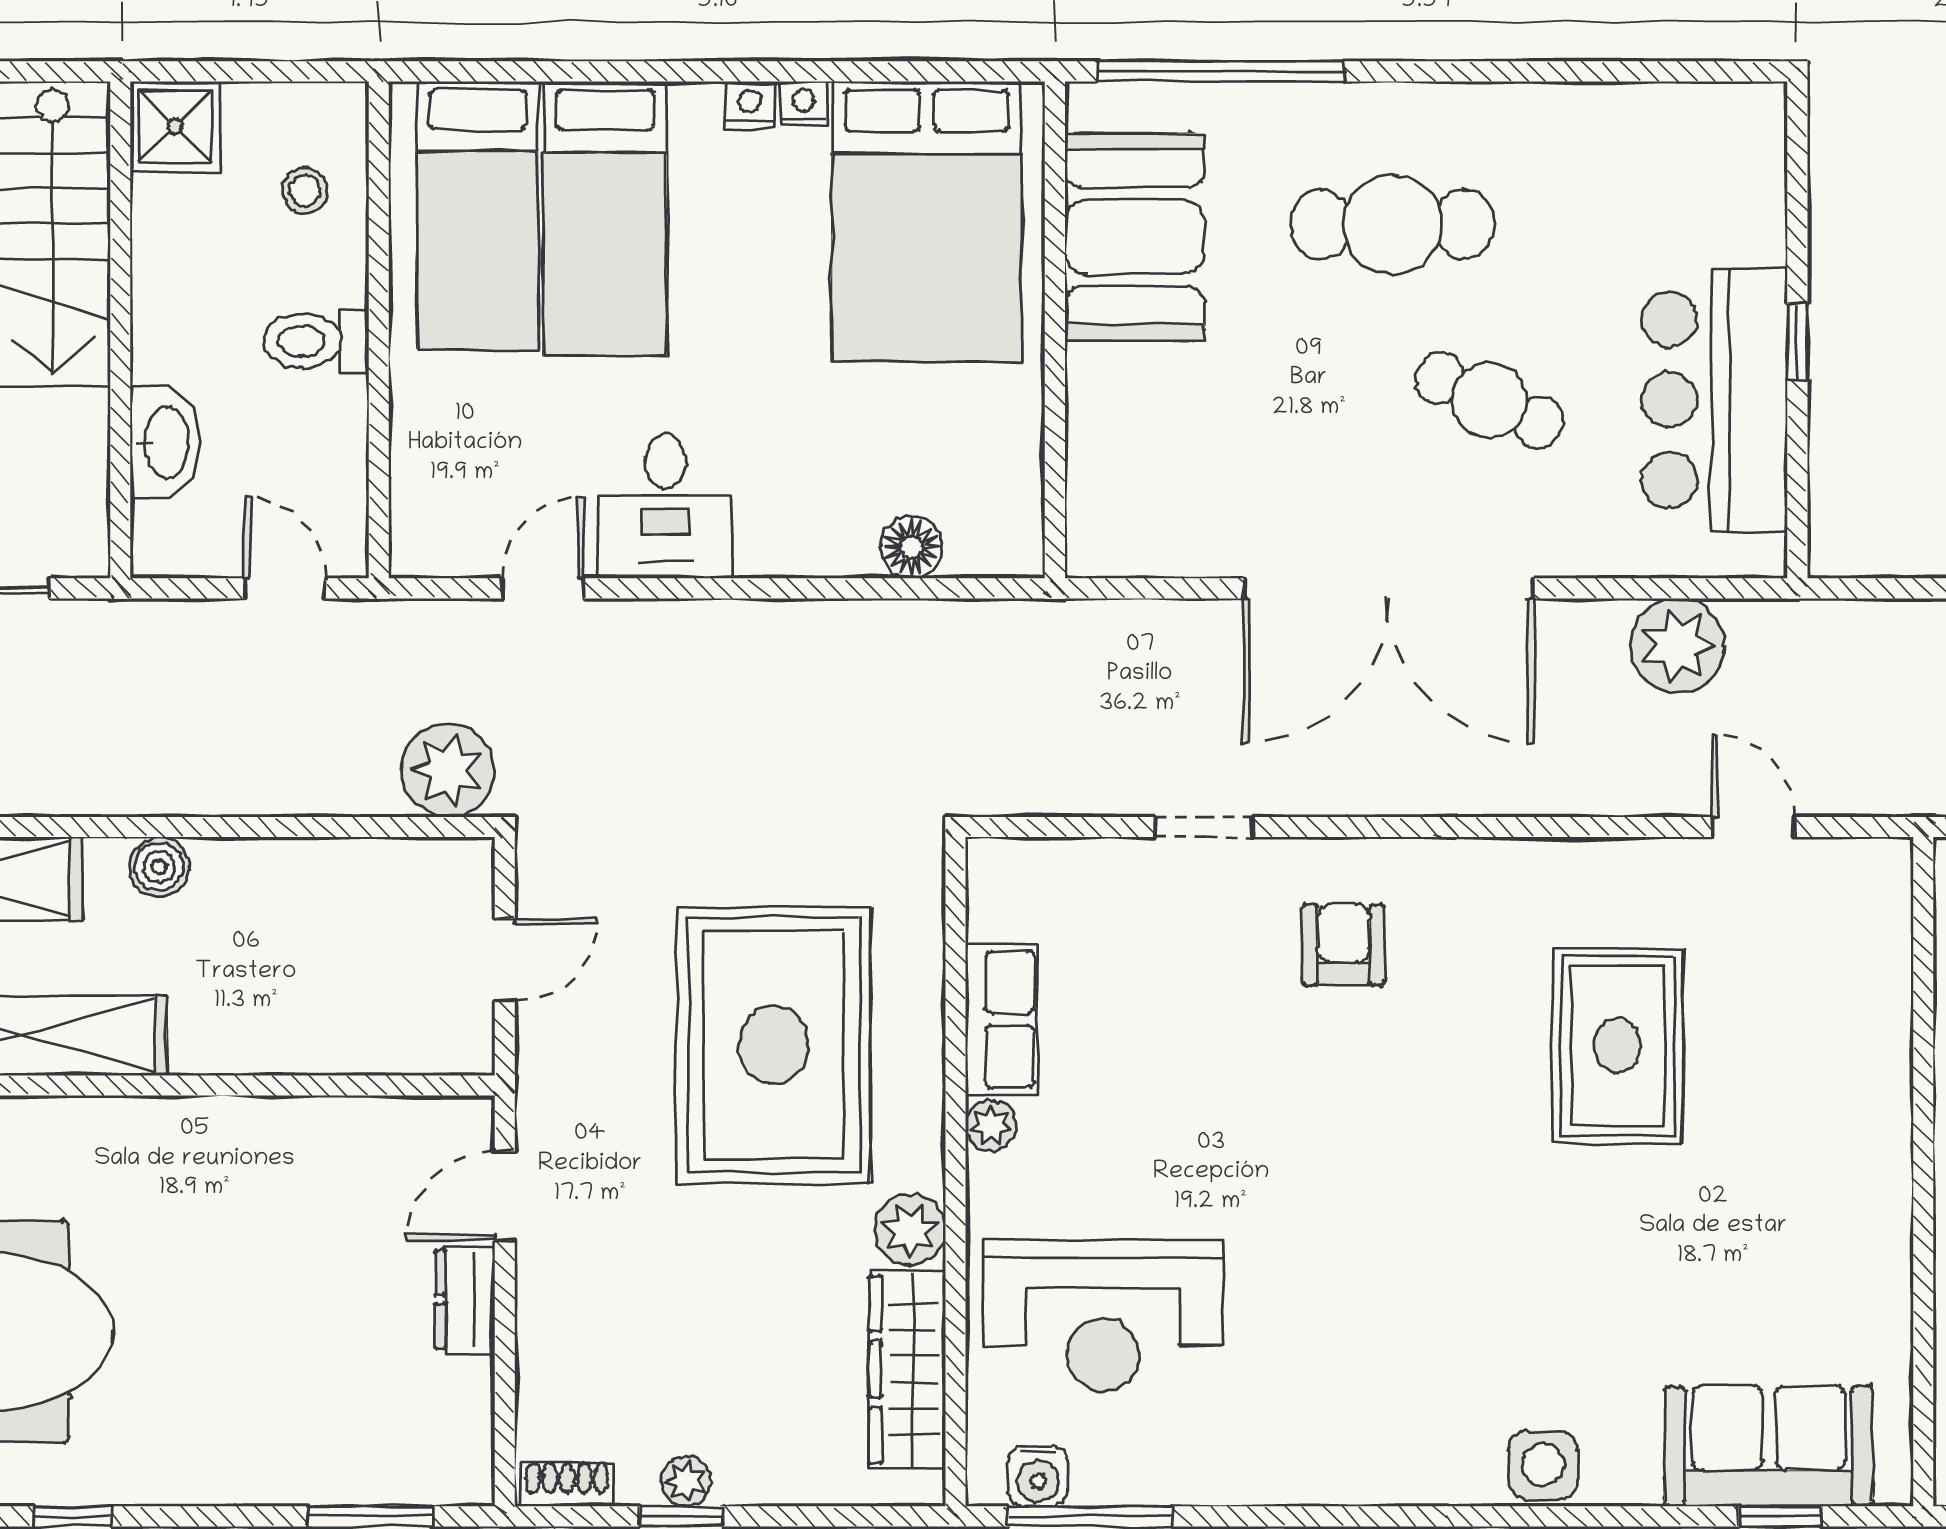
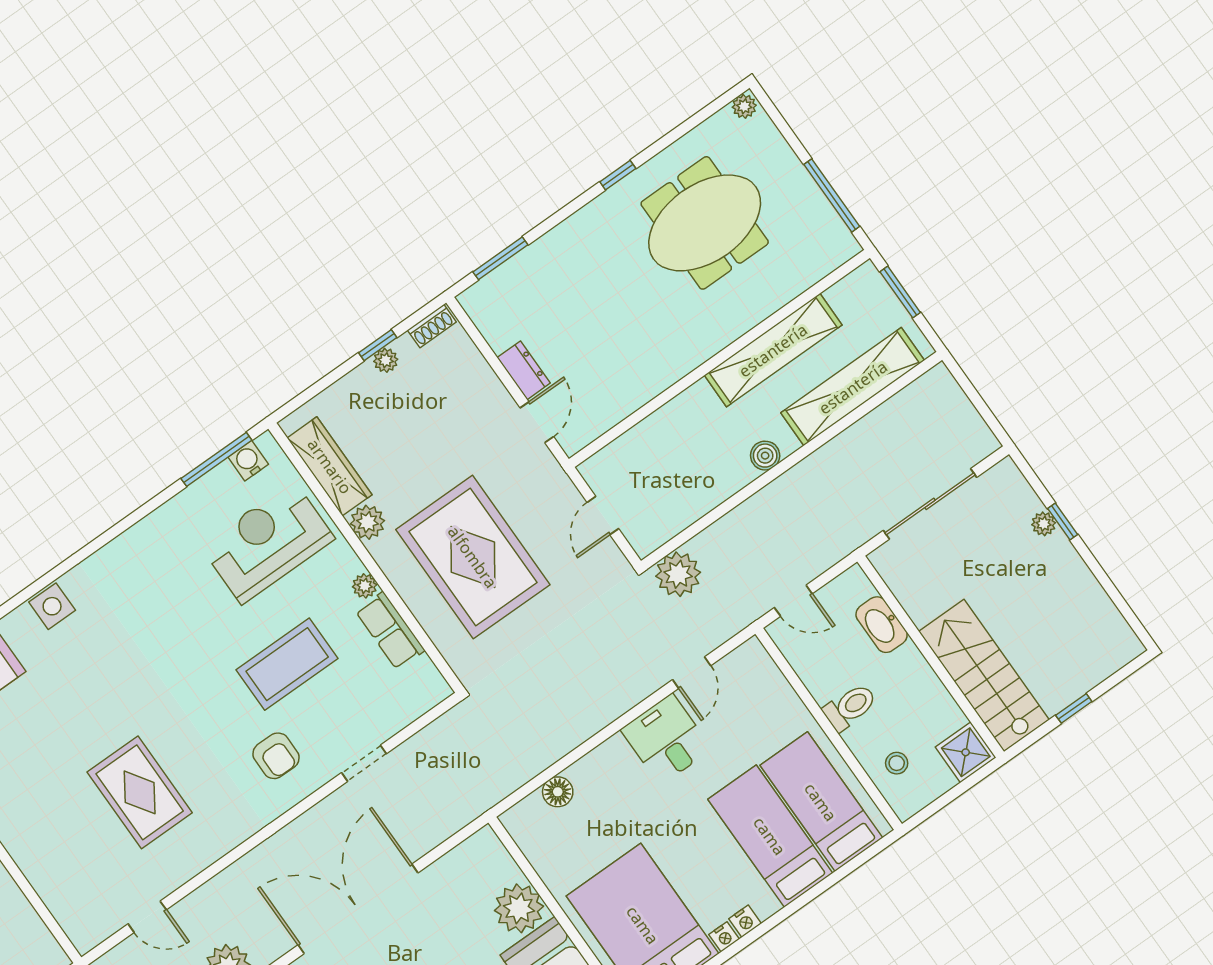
plant: (1116, 397) -> (519, 908), added
coffee table: (1215, 1086) -> (287, 664), added

